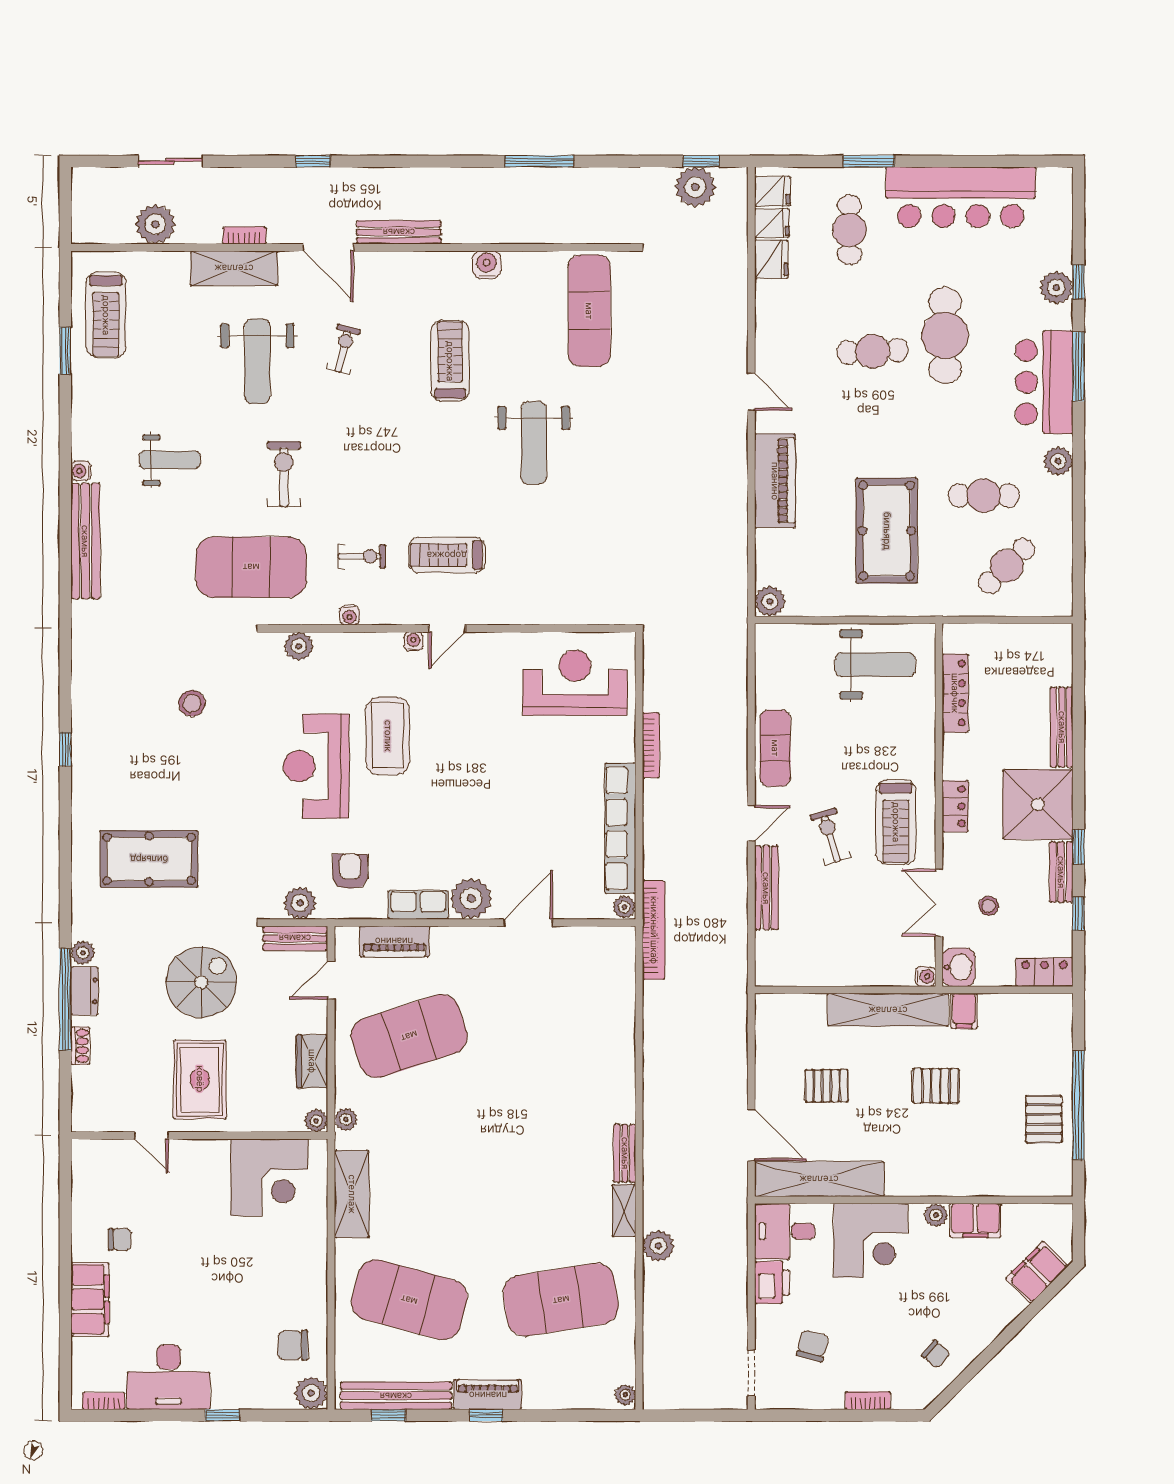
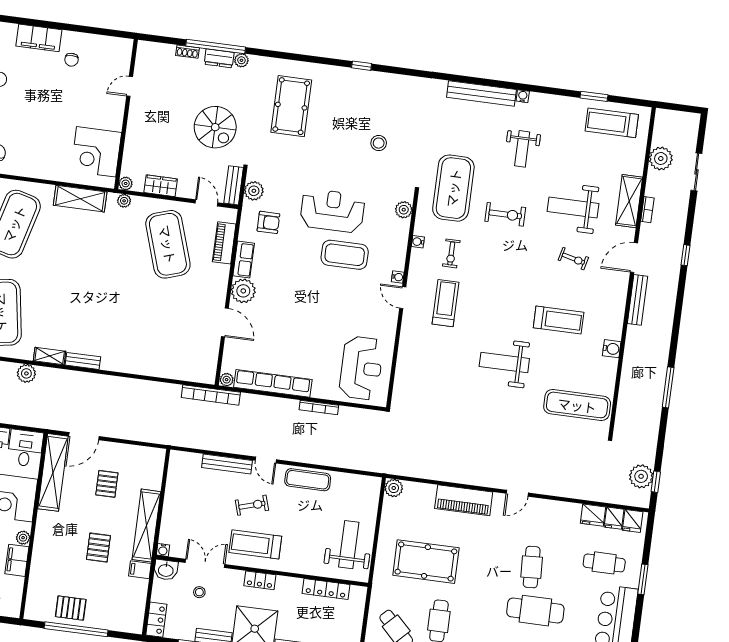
weight bench: (875, 665) -> (349, 545), turned 180
rug: (200, 1079) -> (159, 119), removed

